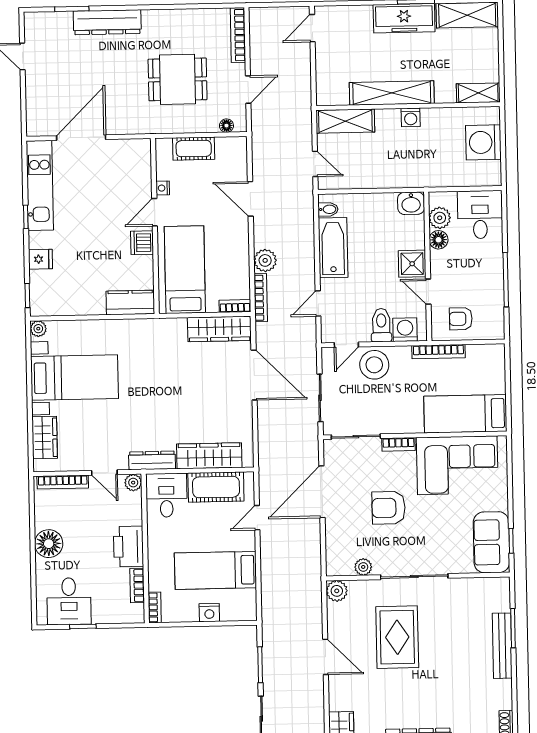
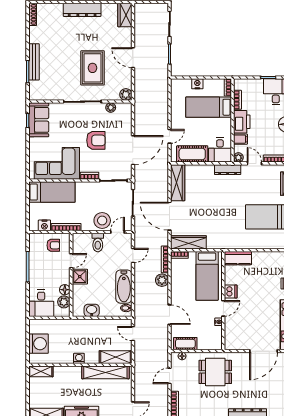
dining table: (178, 79) -> (215, 372), moved
shelving: (392, 93) -> (105, 372), moved
cot: (194, 149) -> (185, 344), moved
washbasin: (411, 203) -> (92, 310), moved
door: (428, 292) -> (71, 261), hinge flipped
washing machine: (405, 330) -> (85, 240), removed
nightstand: (477, 354) -> (44, 225), added
wardrobe: (209, 456) -> (178, 183), moved, turned -90
filing cabinet: (130, 515) -> (240, 139), added
bed: (215, 570) -> (209, 107), moved, turned 180

